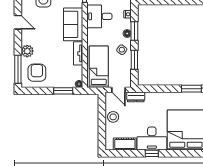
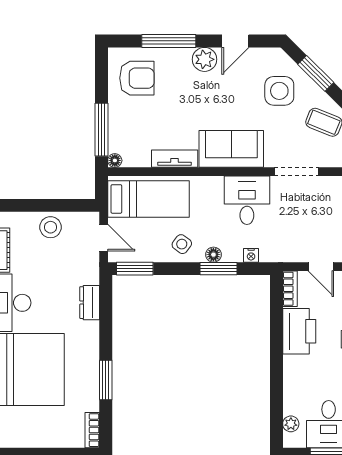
plant: (27, 51) -> (204, 59), moved
window: (134, 60) -> (135, 269), moved
window: (18, 69) -> (169, 41), moved
door: (119, 90) -> (104, 238), swing flipped
window: (63, 91) -> (102, 130), width x1.44
dresser: (136, 97) -> (90, 303), moved

